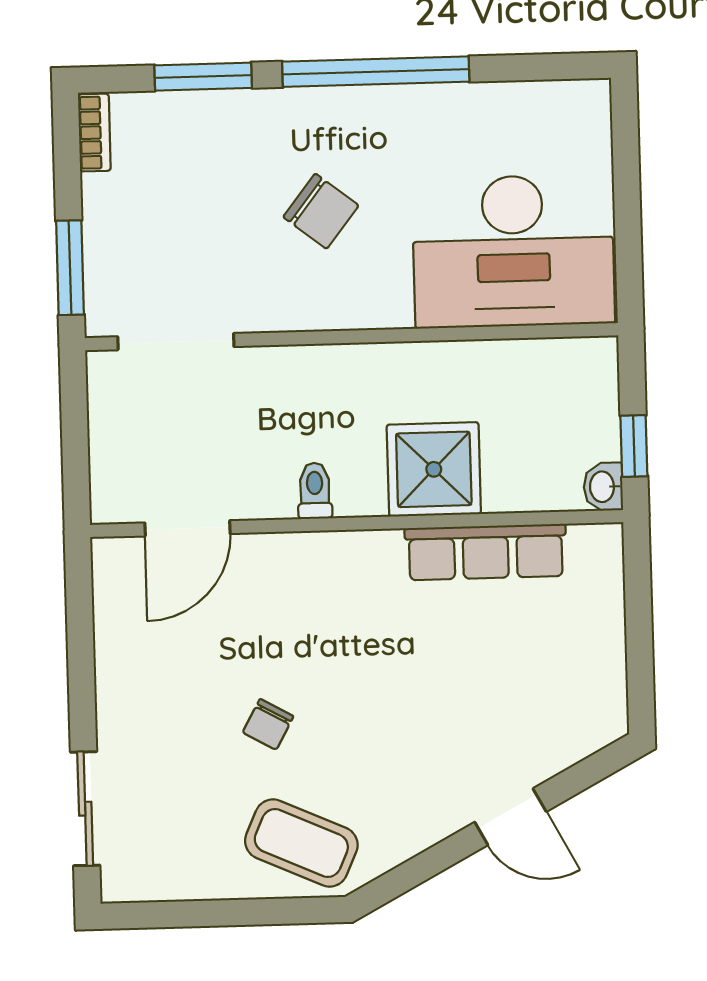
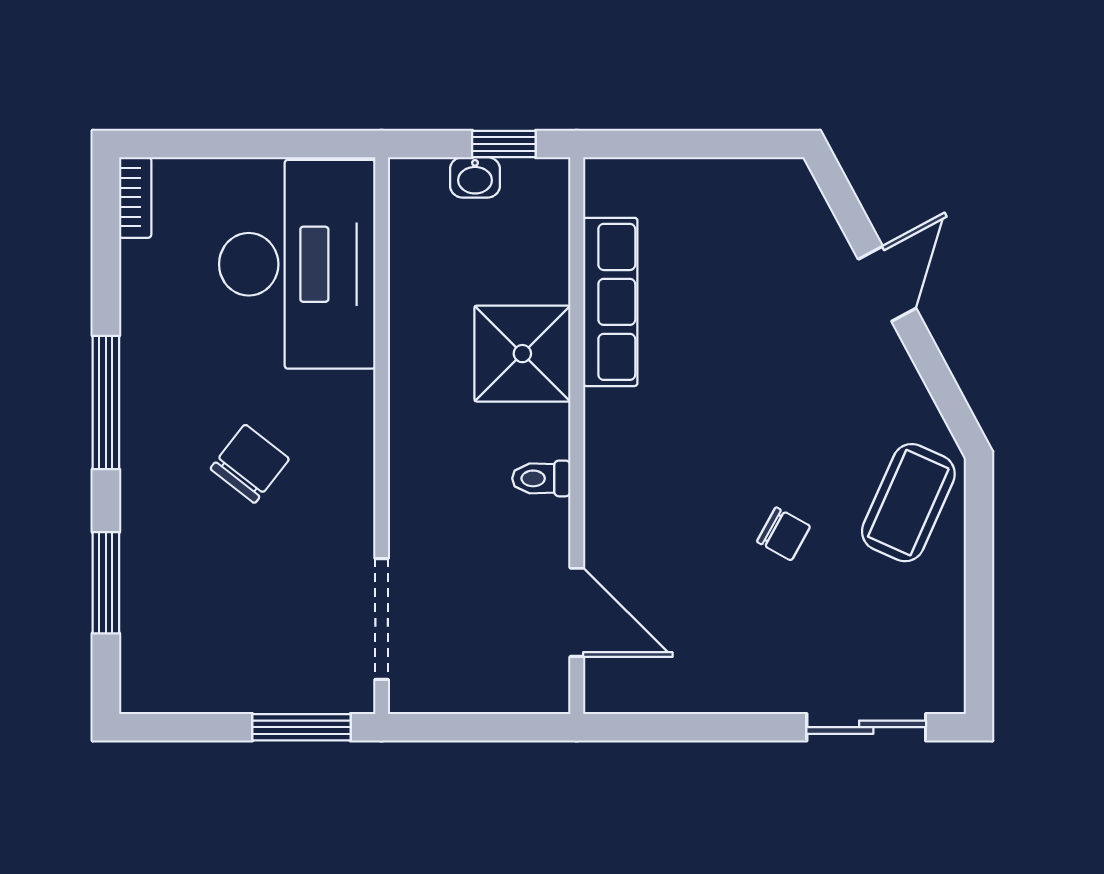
window: (376, 72) -> (106, 402), width x0.68
bookcase: (94, 133) -> (135, 197), moved, turned 90
washbasin: (603, 487) -> (475, 177), moved

